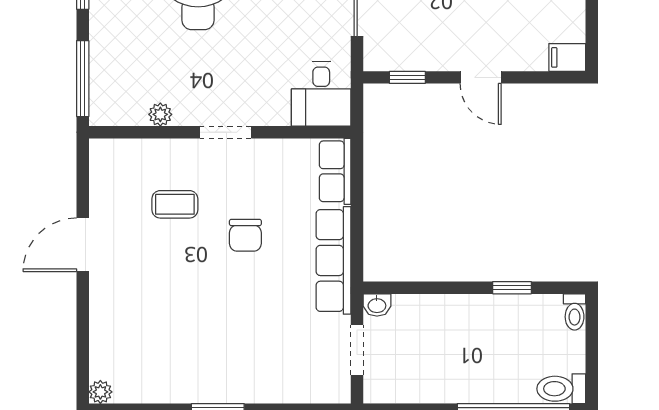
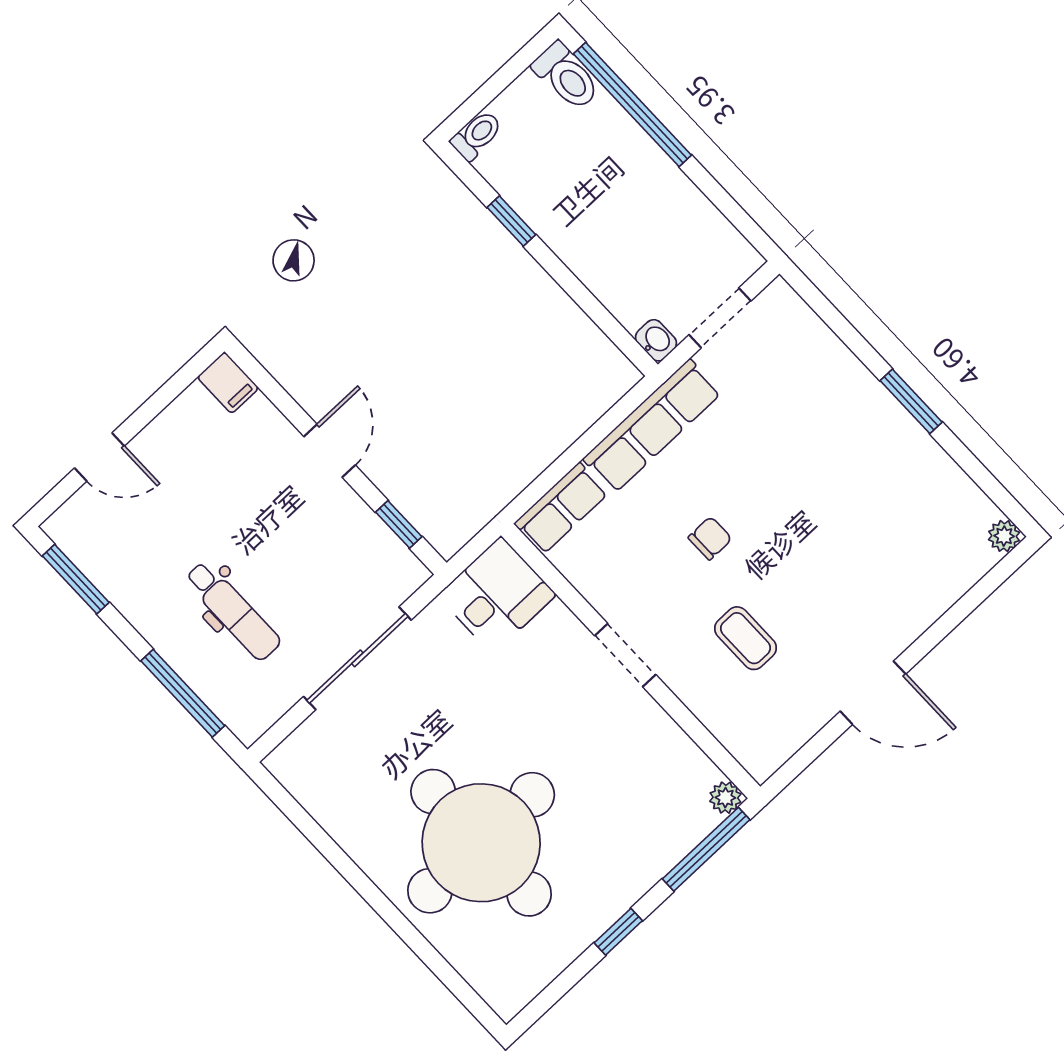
plant: (160, 114) -> (725, 798), moved
chair: (245, 235) -> (710, 538), width x0.73, depth x0.73

